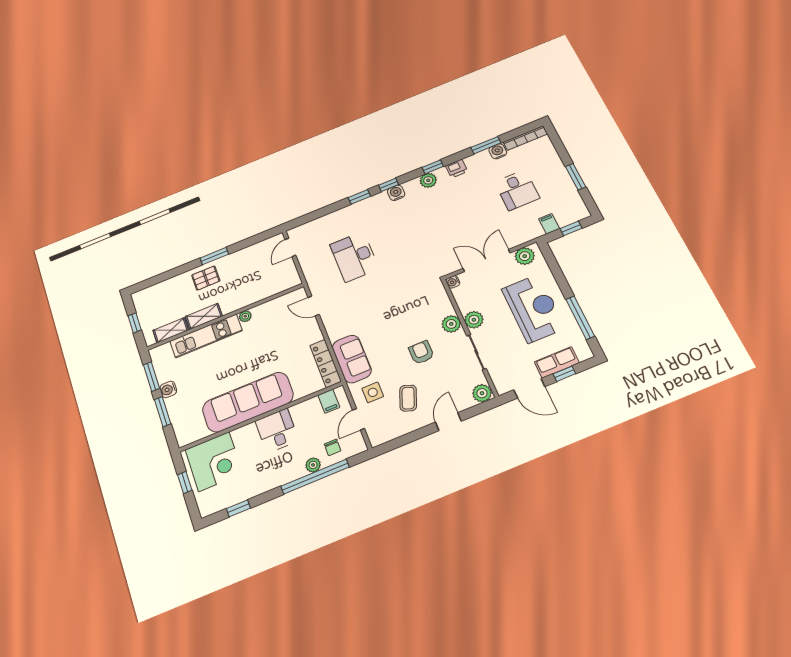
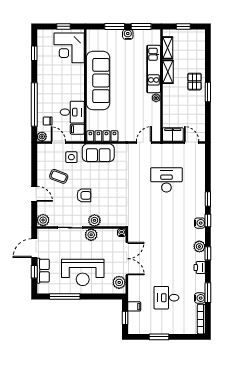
filing cabinet: (288, 275) -> (173, 134), added
desk: (277, 431) -> (72, 112), moved
plant: (313, 465) -> (42, 137), moved

